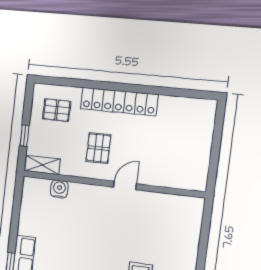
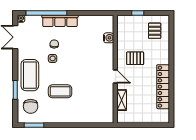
locker: (119, 102) -> (163, 87), moved
shelving: (42, 165) -> (122, 100), moved

